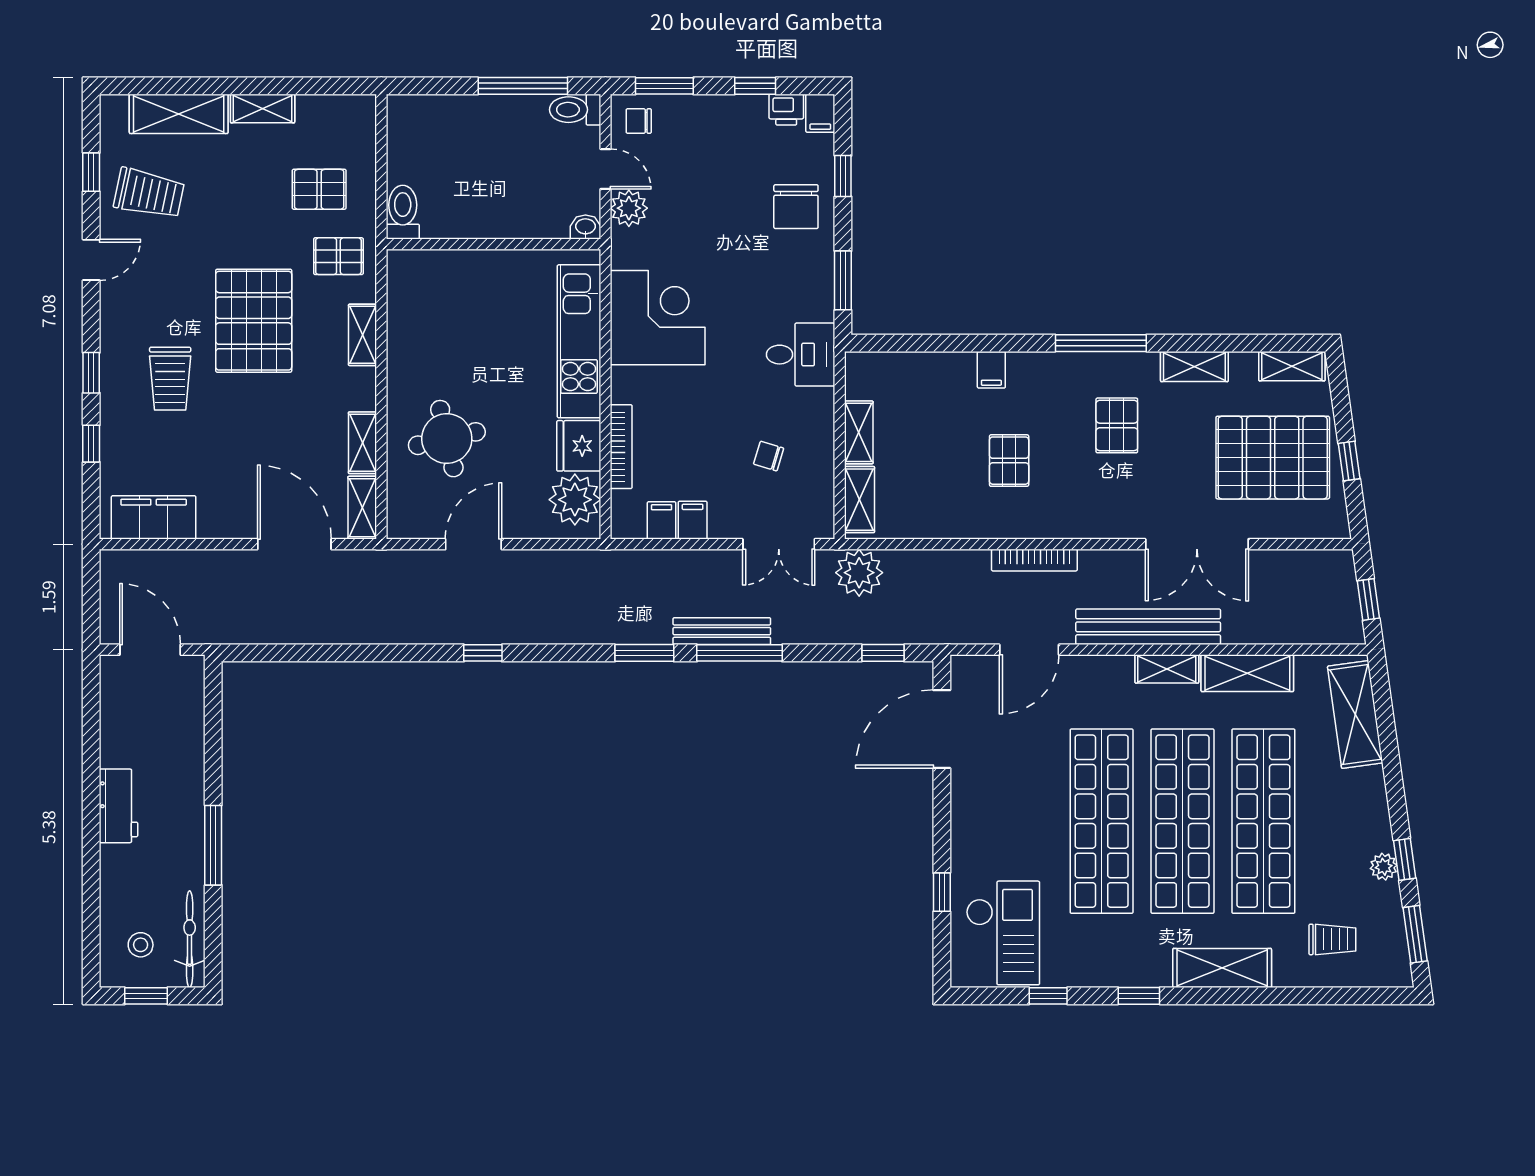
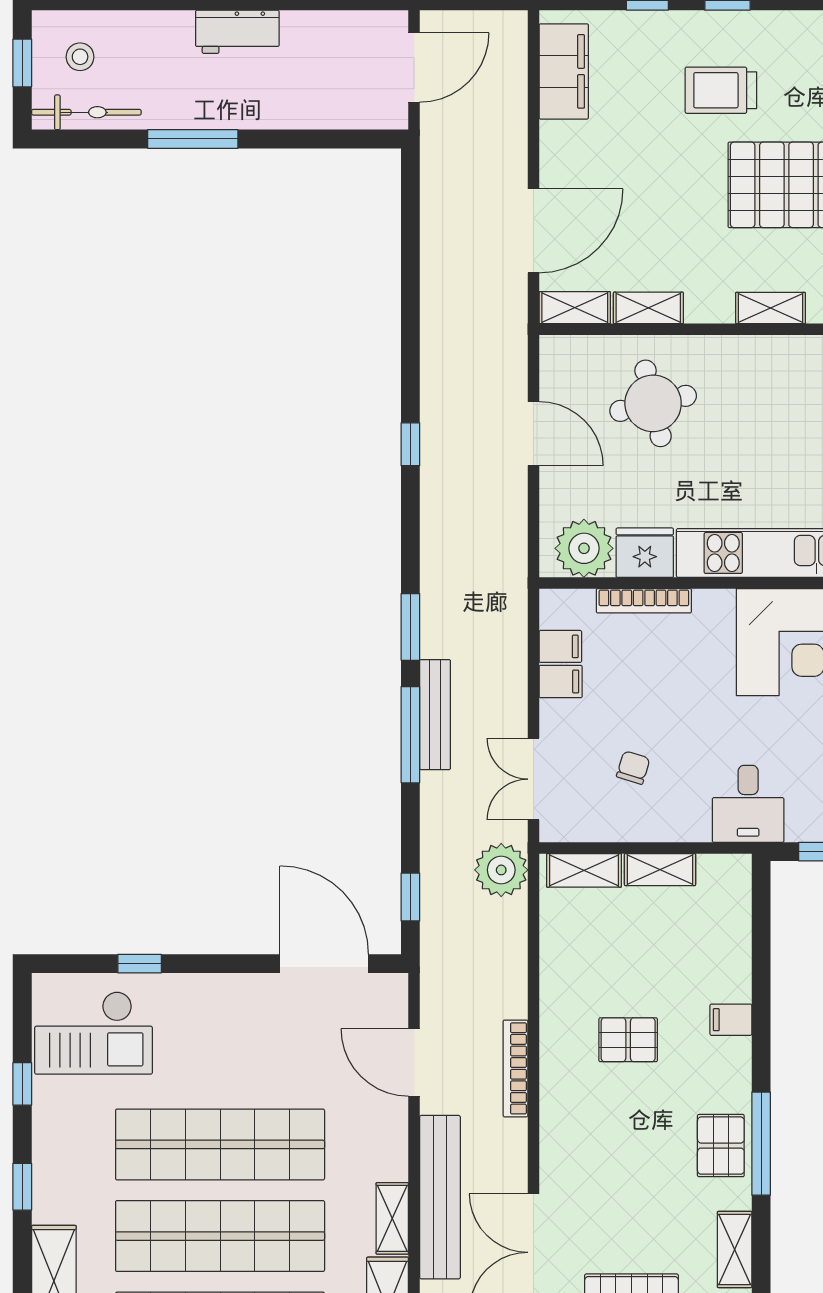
pallet: (1117, 425) -> (721, 1146), moved, turned 90

